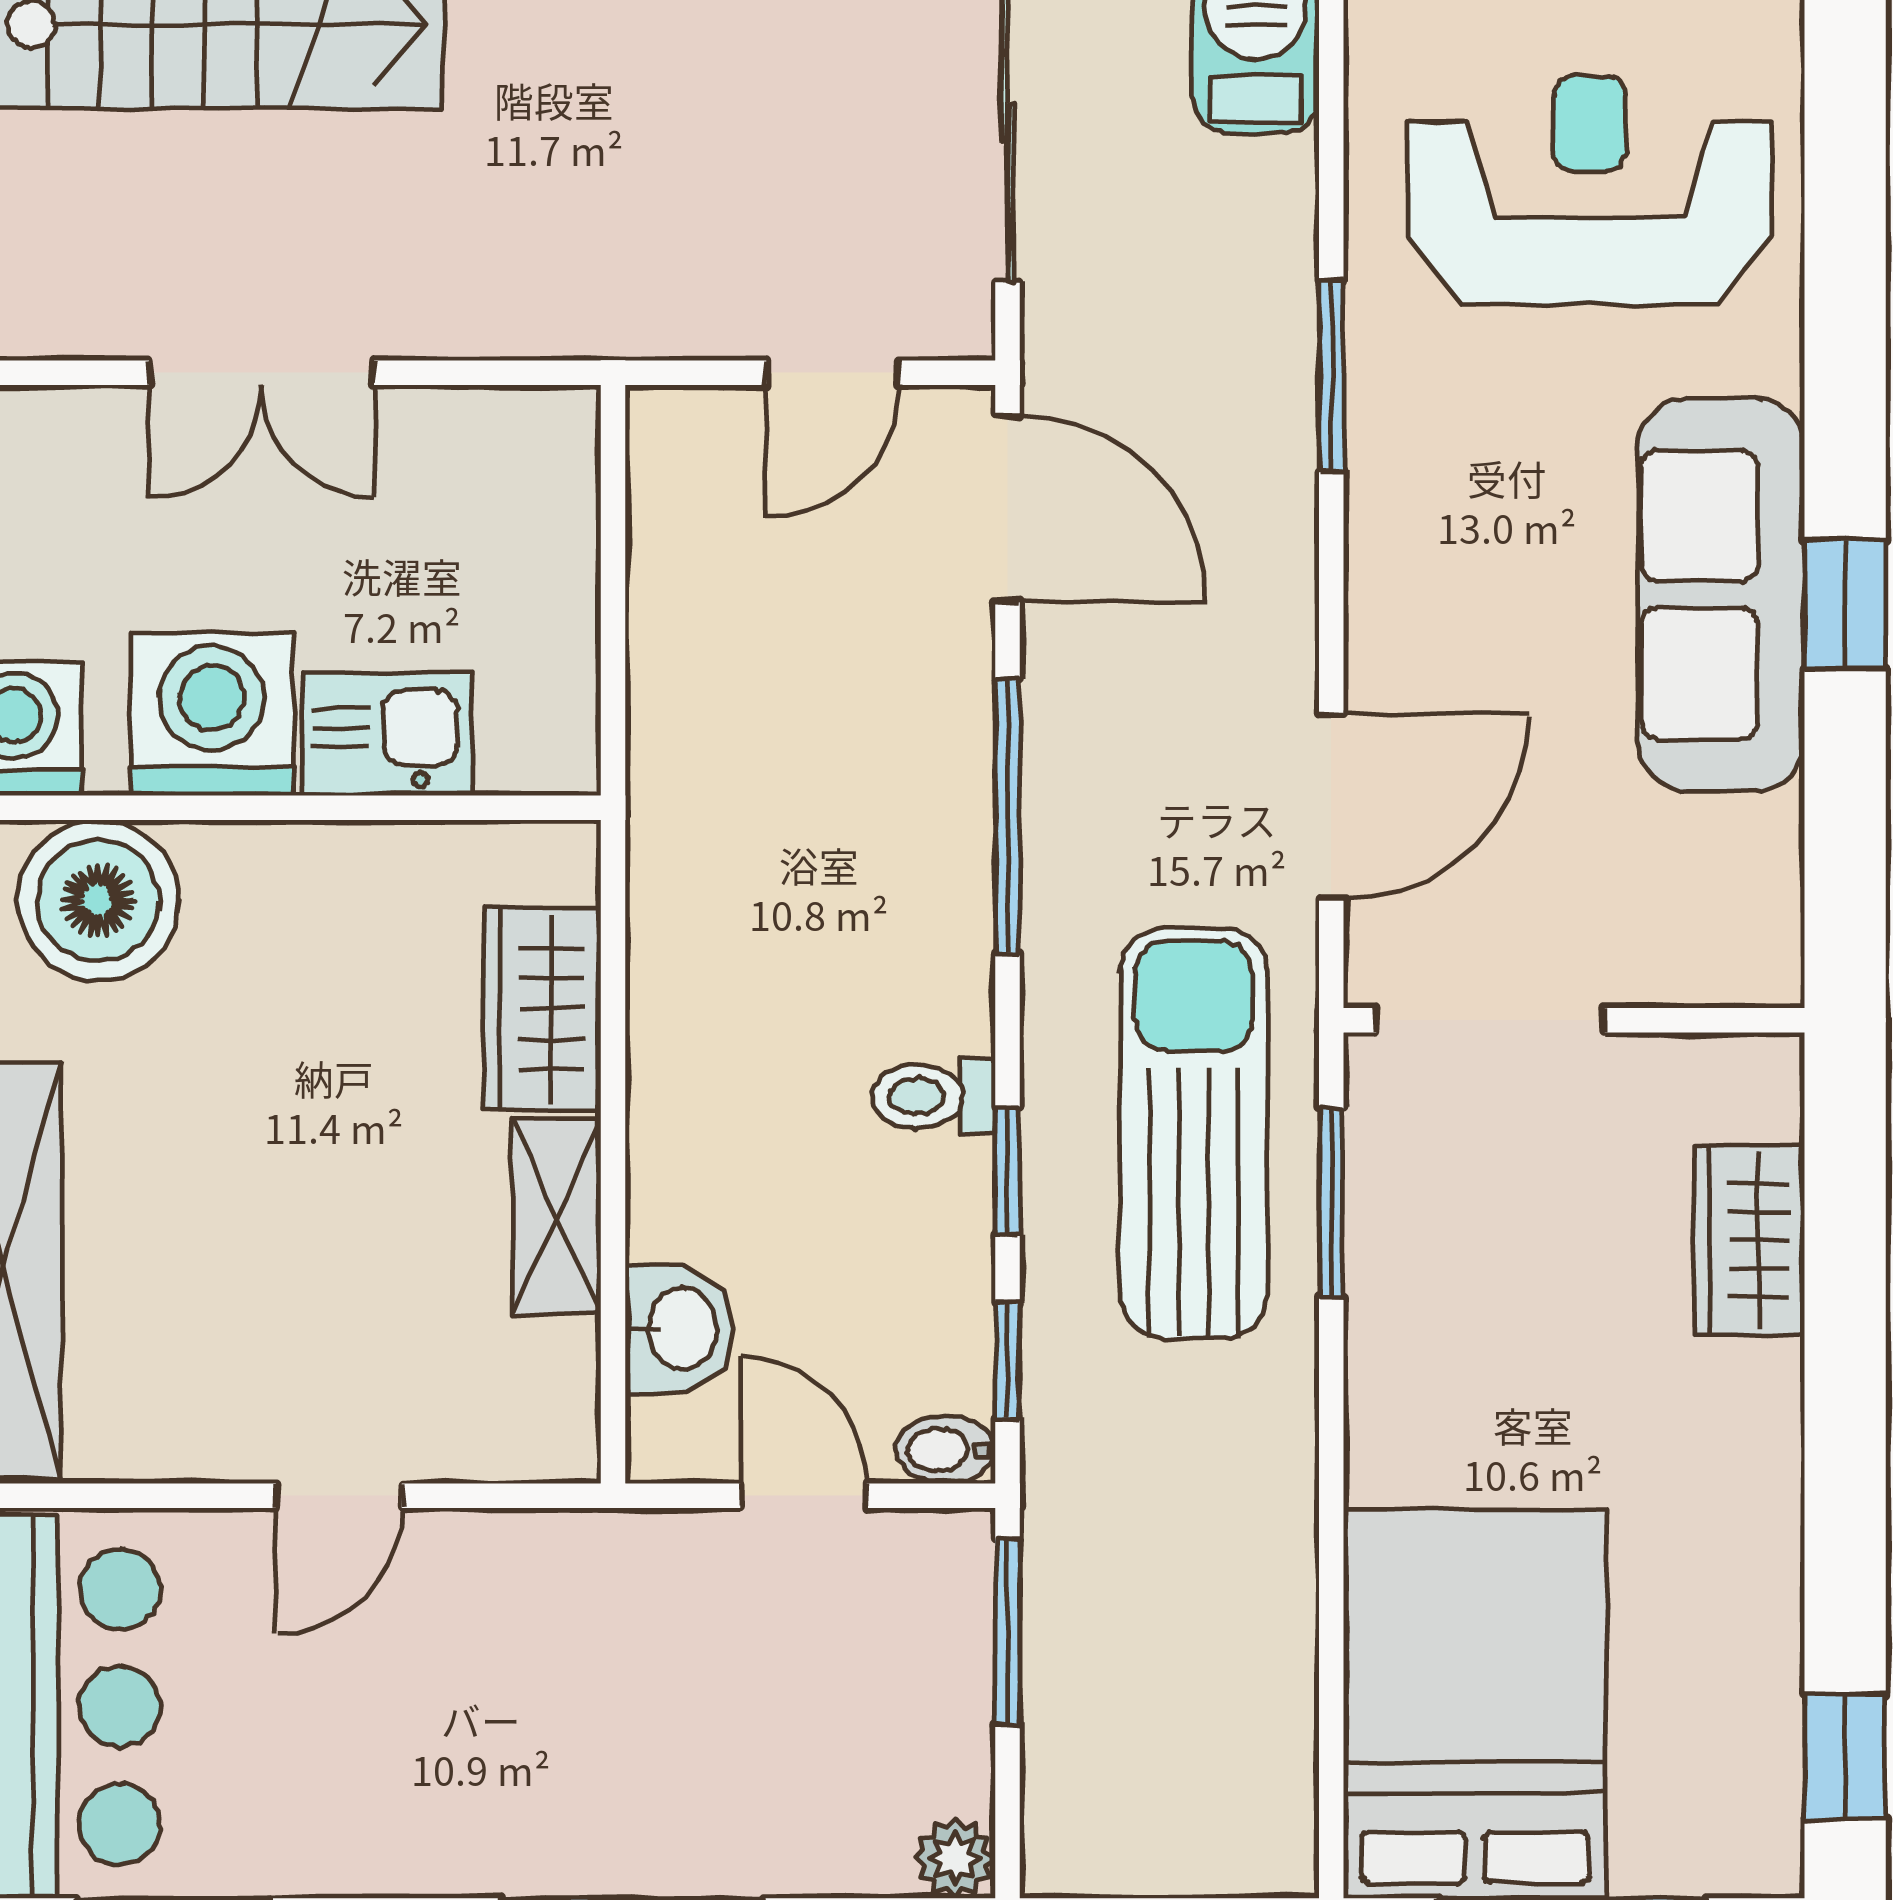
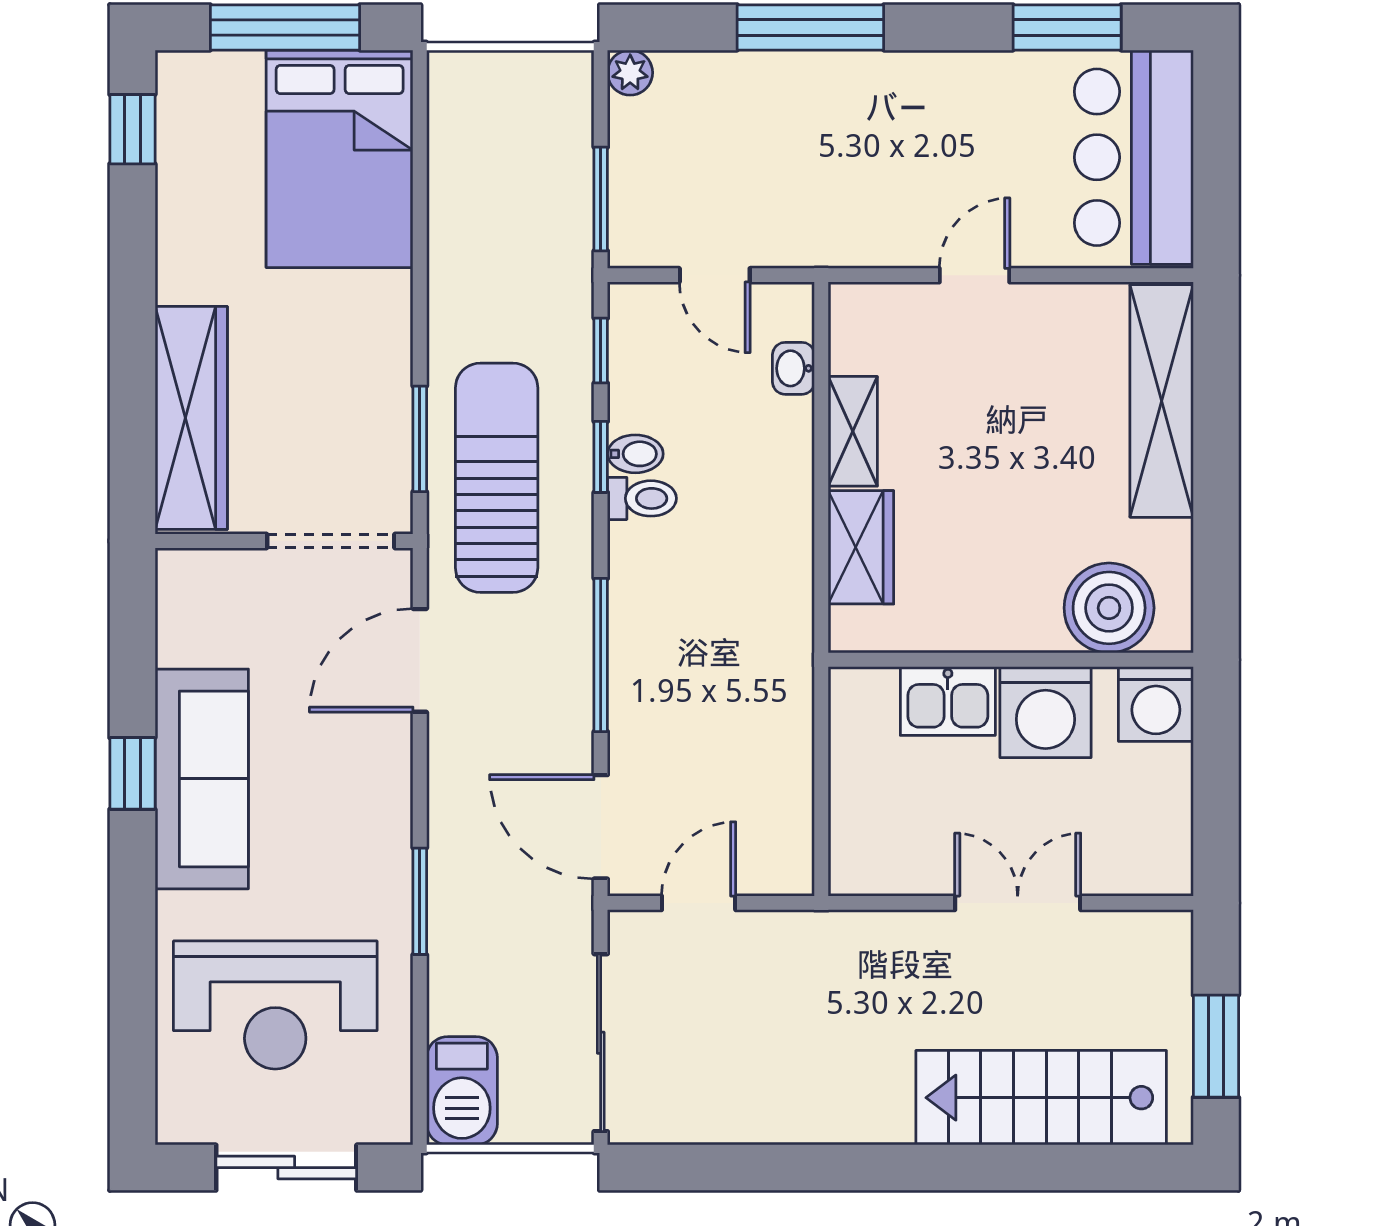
sun lounger: (1194, 1133) -> (497, 478), turned 180
wardrobe: (1750, 1240) -> (191, 418), width x2.10, depth x1.17
washbasin: (679, 1329) -> (793, 368), width x0.72, depth x0.69
bidet: (946, 1450) -> (635, 454), moved

